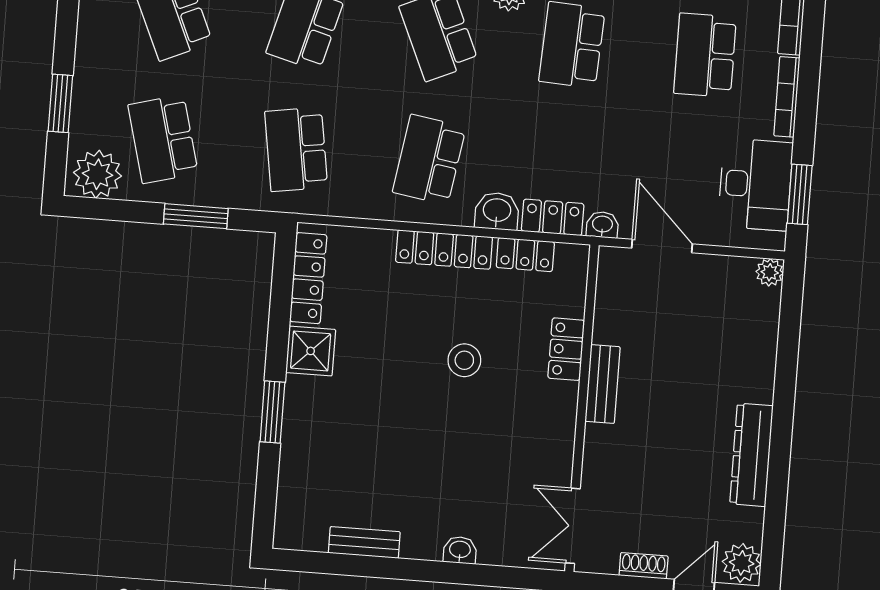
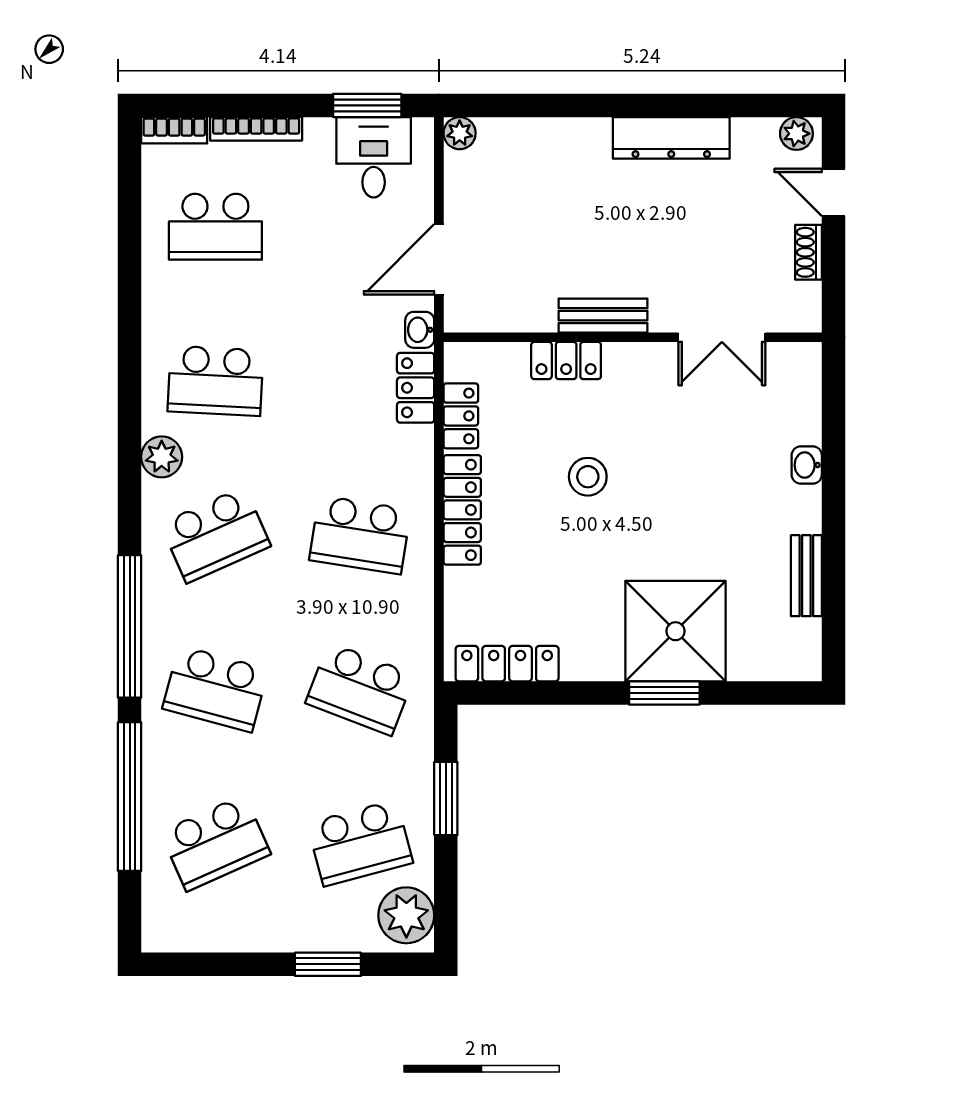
school desk: (296, 149) -> (360, 689), turned 30
desk: (755, 184) -> (374, 157), width x0.73
washbasin: (497, 211) -> (413, 452), removed
shower: (311, 351) -> (676, 631), moved, width x1.86, depth x1.86
double door: (573, 526) -> (722, 337), moved
plant: (742, 563) -> (796, 134), width x0.73, depth x0.73

